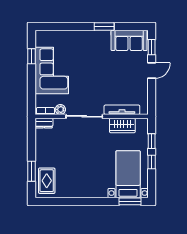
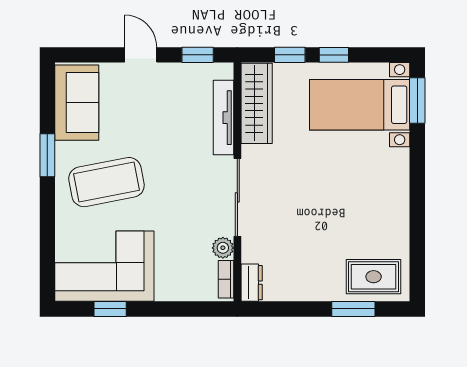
window: (152, 47) -> (198, 55), moved
coffee table: (91, 54) -> (106, 182), added
corner sofa: (52, 71) -> (104, 266), moved
wardrobe: (122, 125) -> (257, 103), width x1.50

